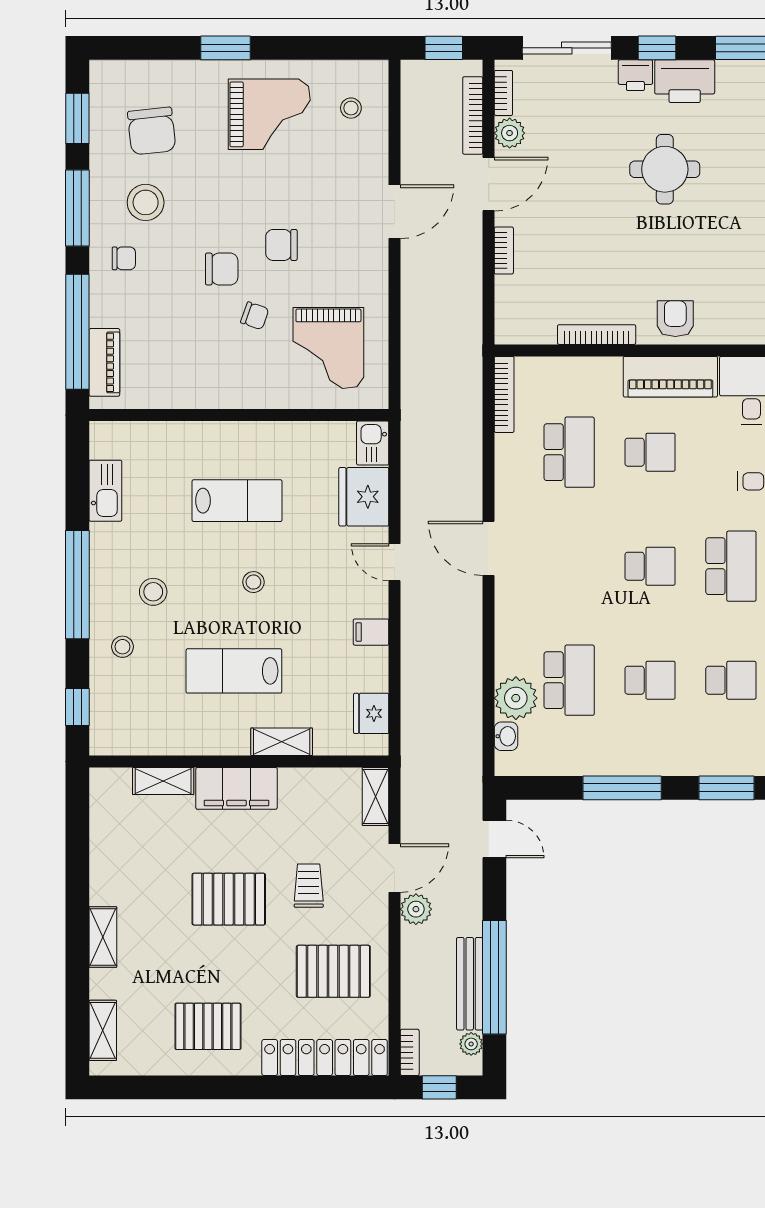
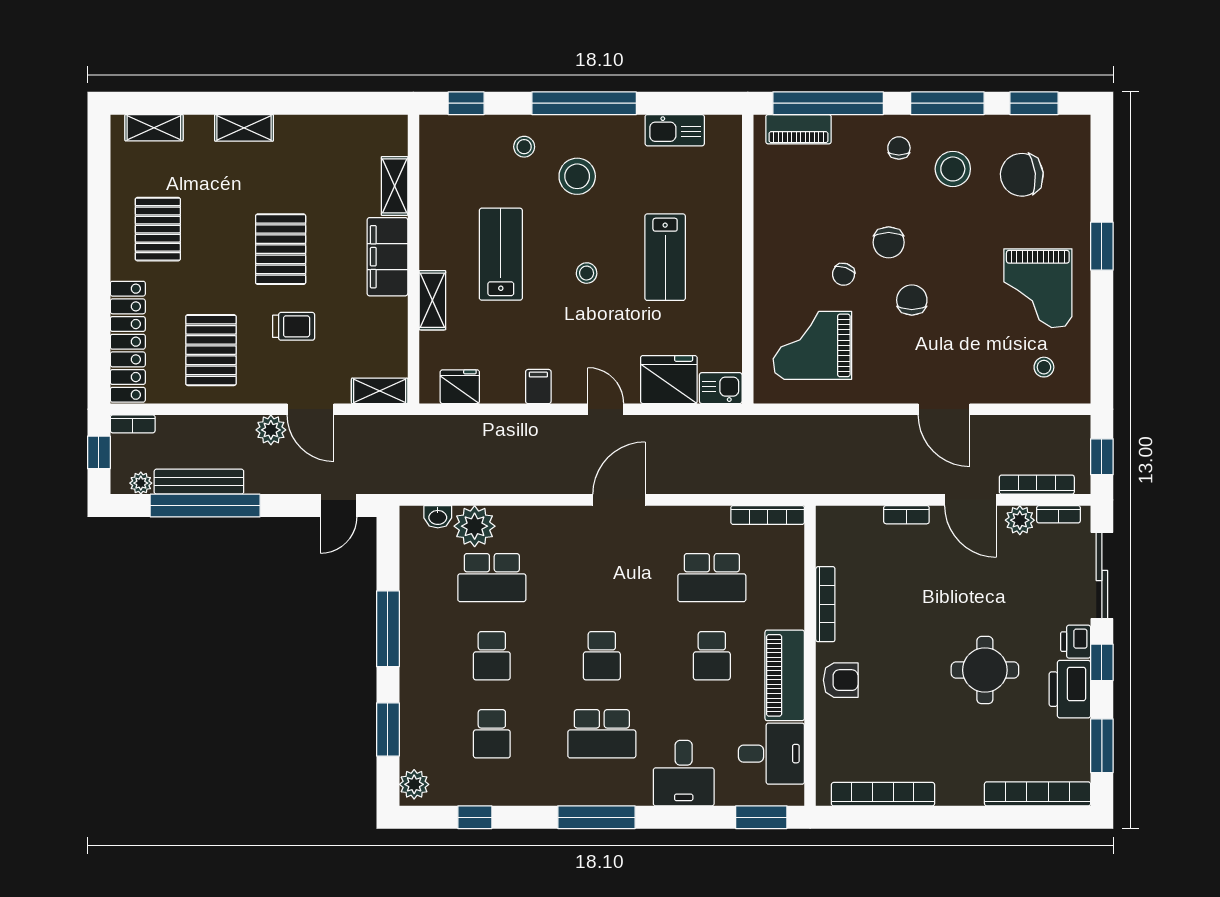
chair: (124, 258) -> (899, 148), turned 180
door: (395, 562) -> (606, 409), hinge flipped
stool: (153, 592) -> (577, 176), width x1.38, depth x1.38

